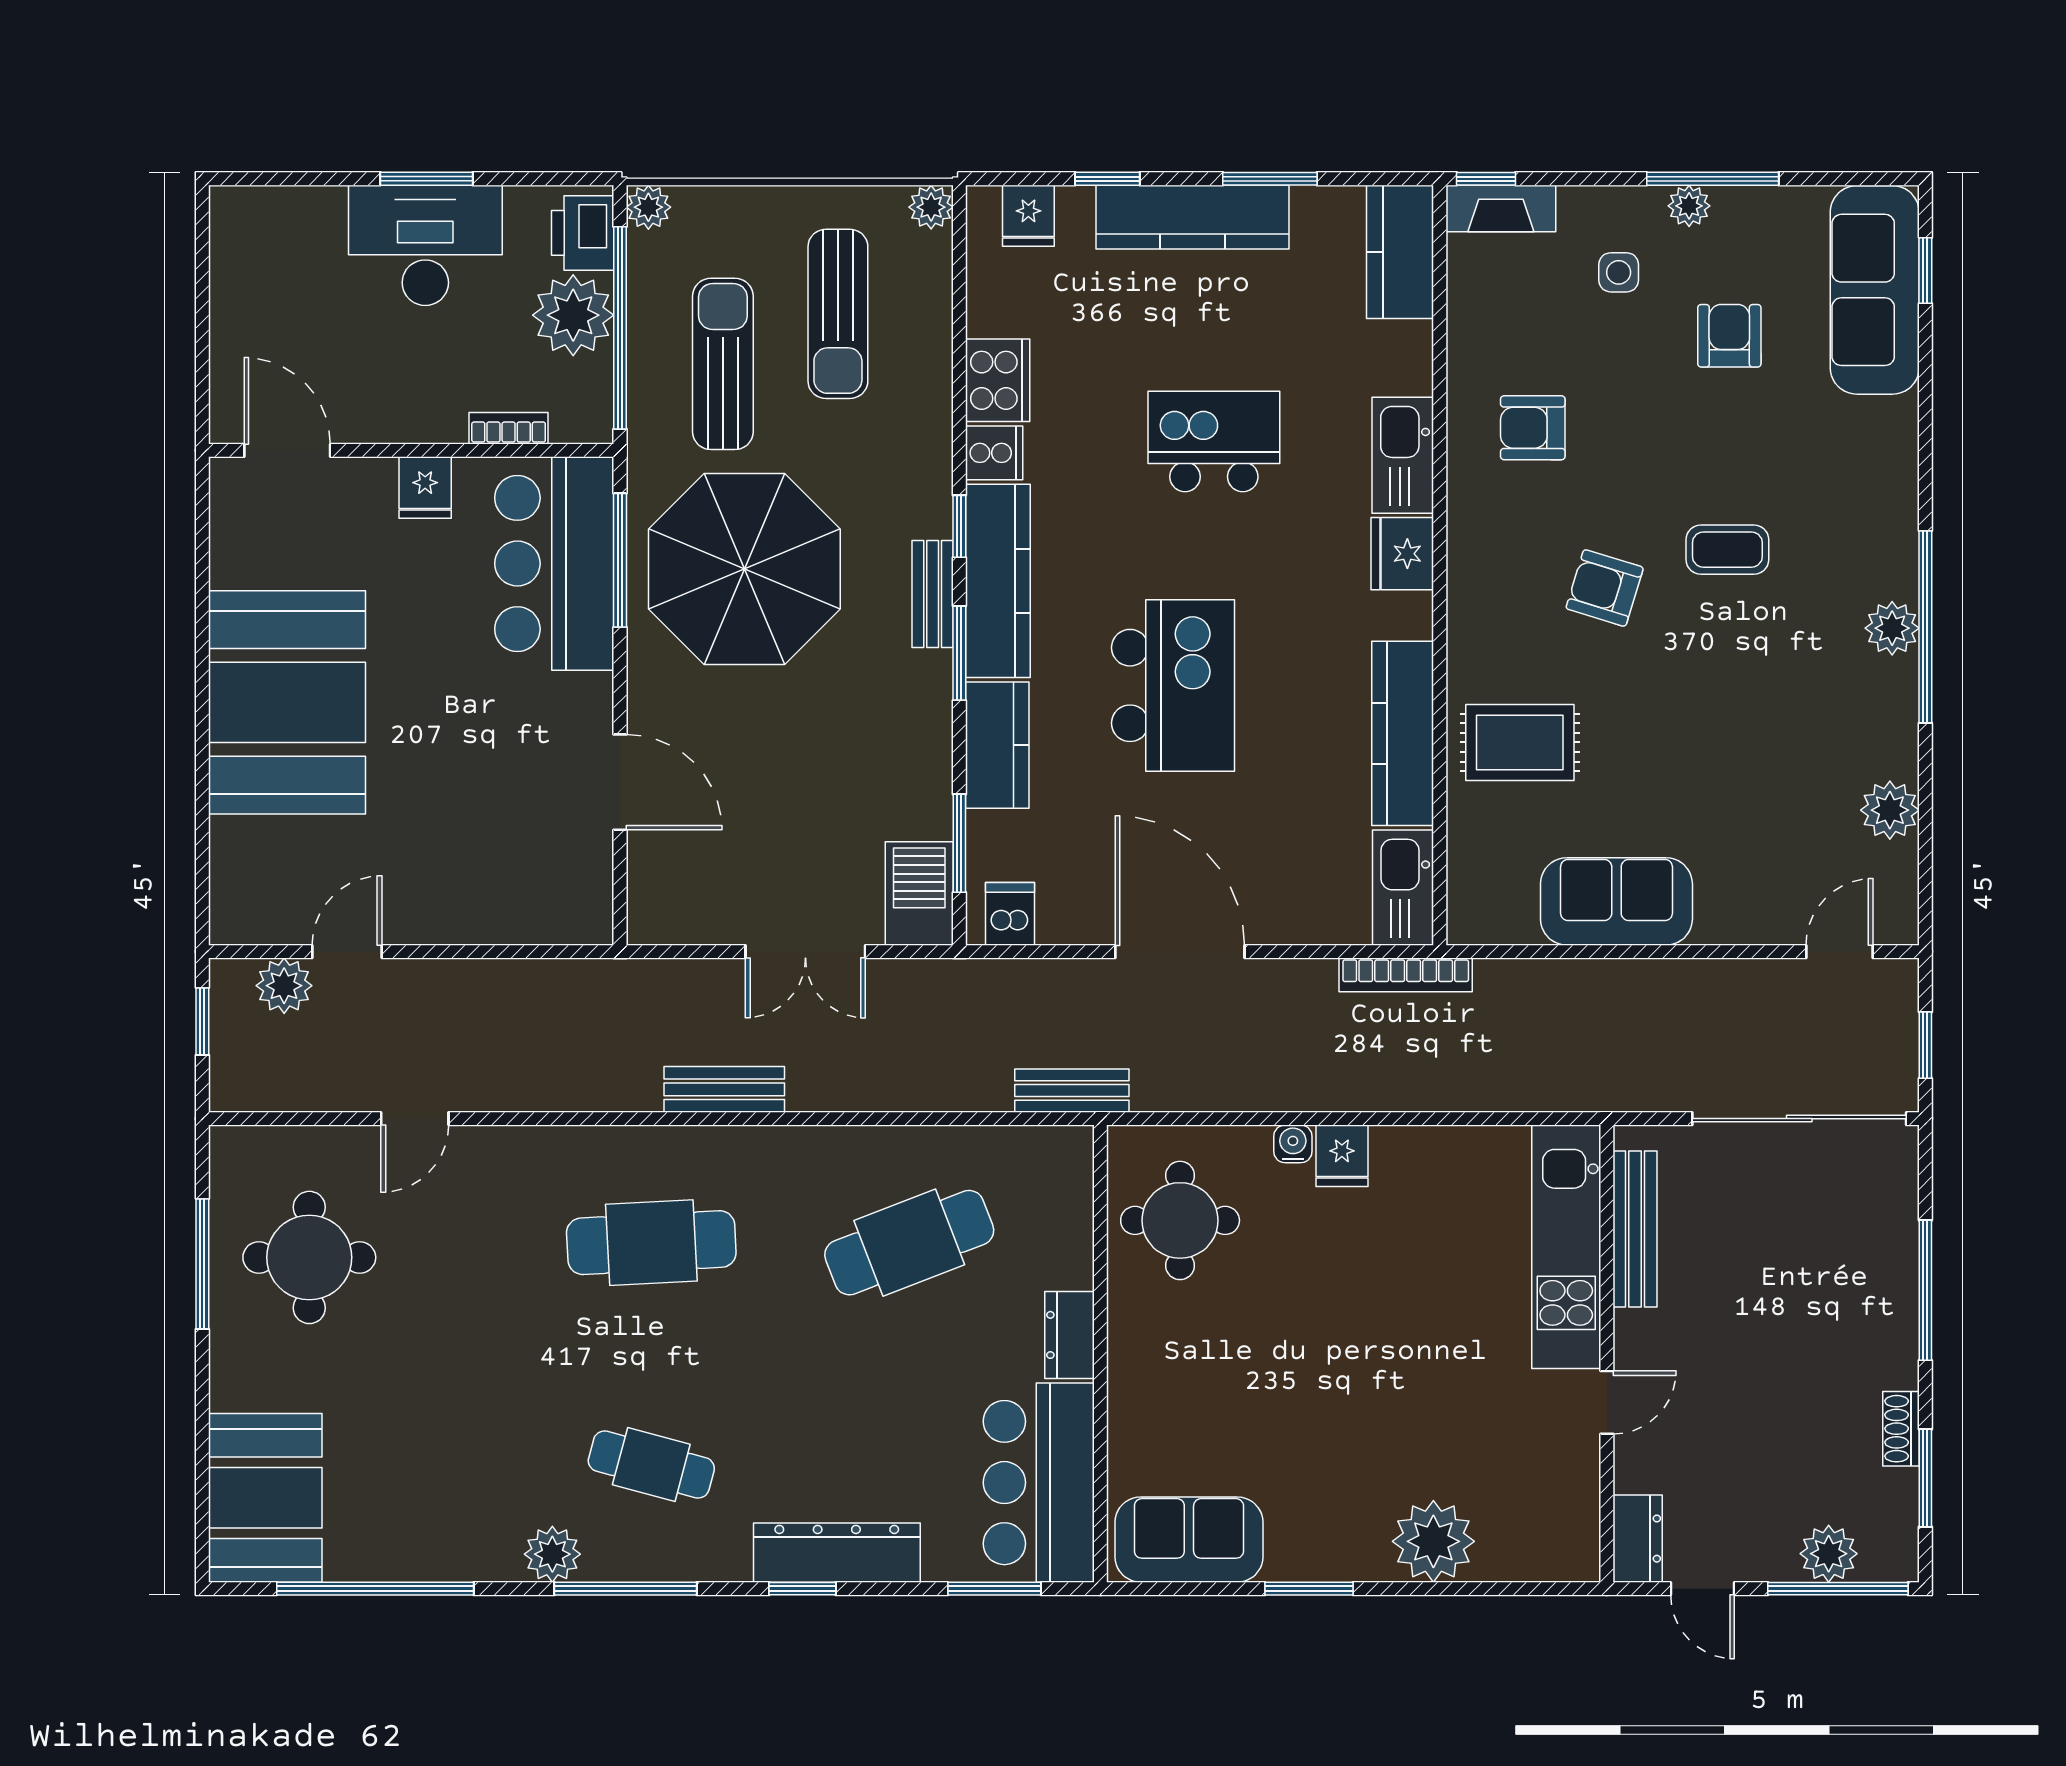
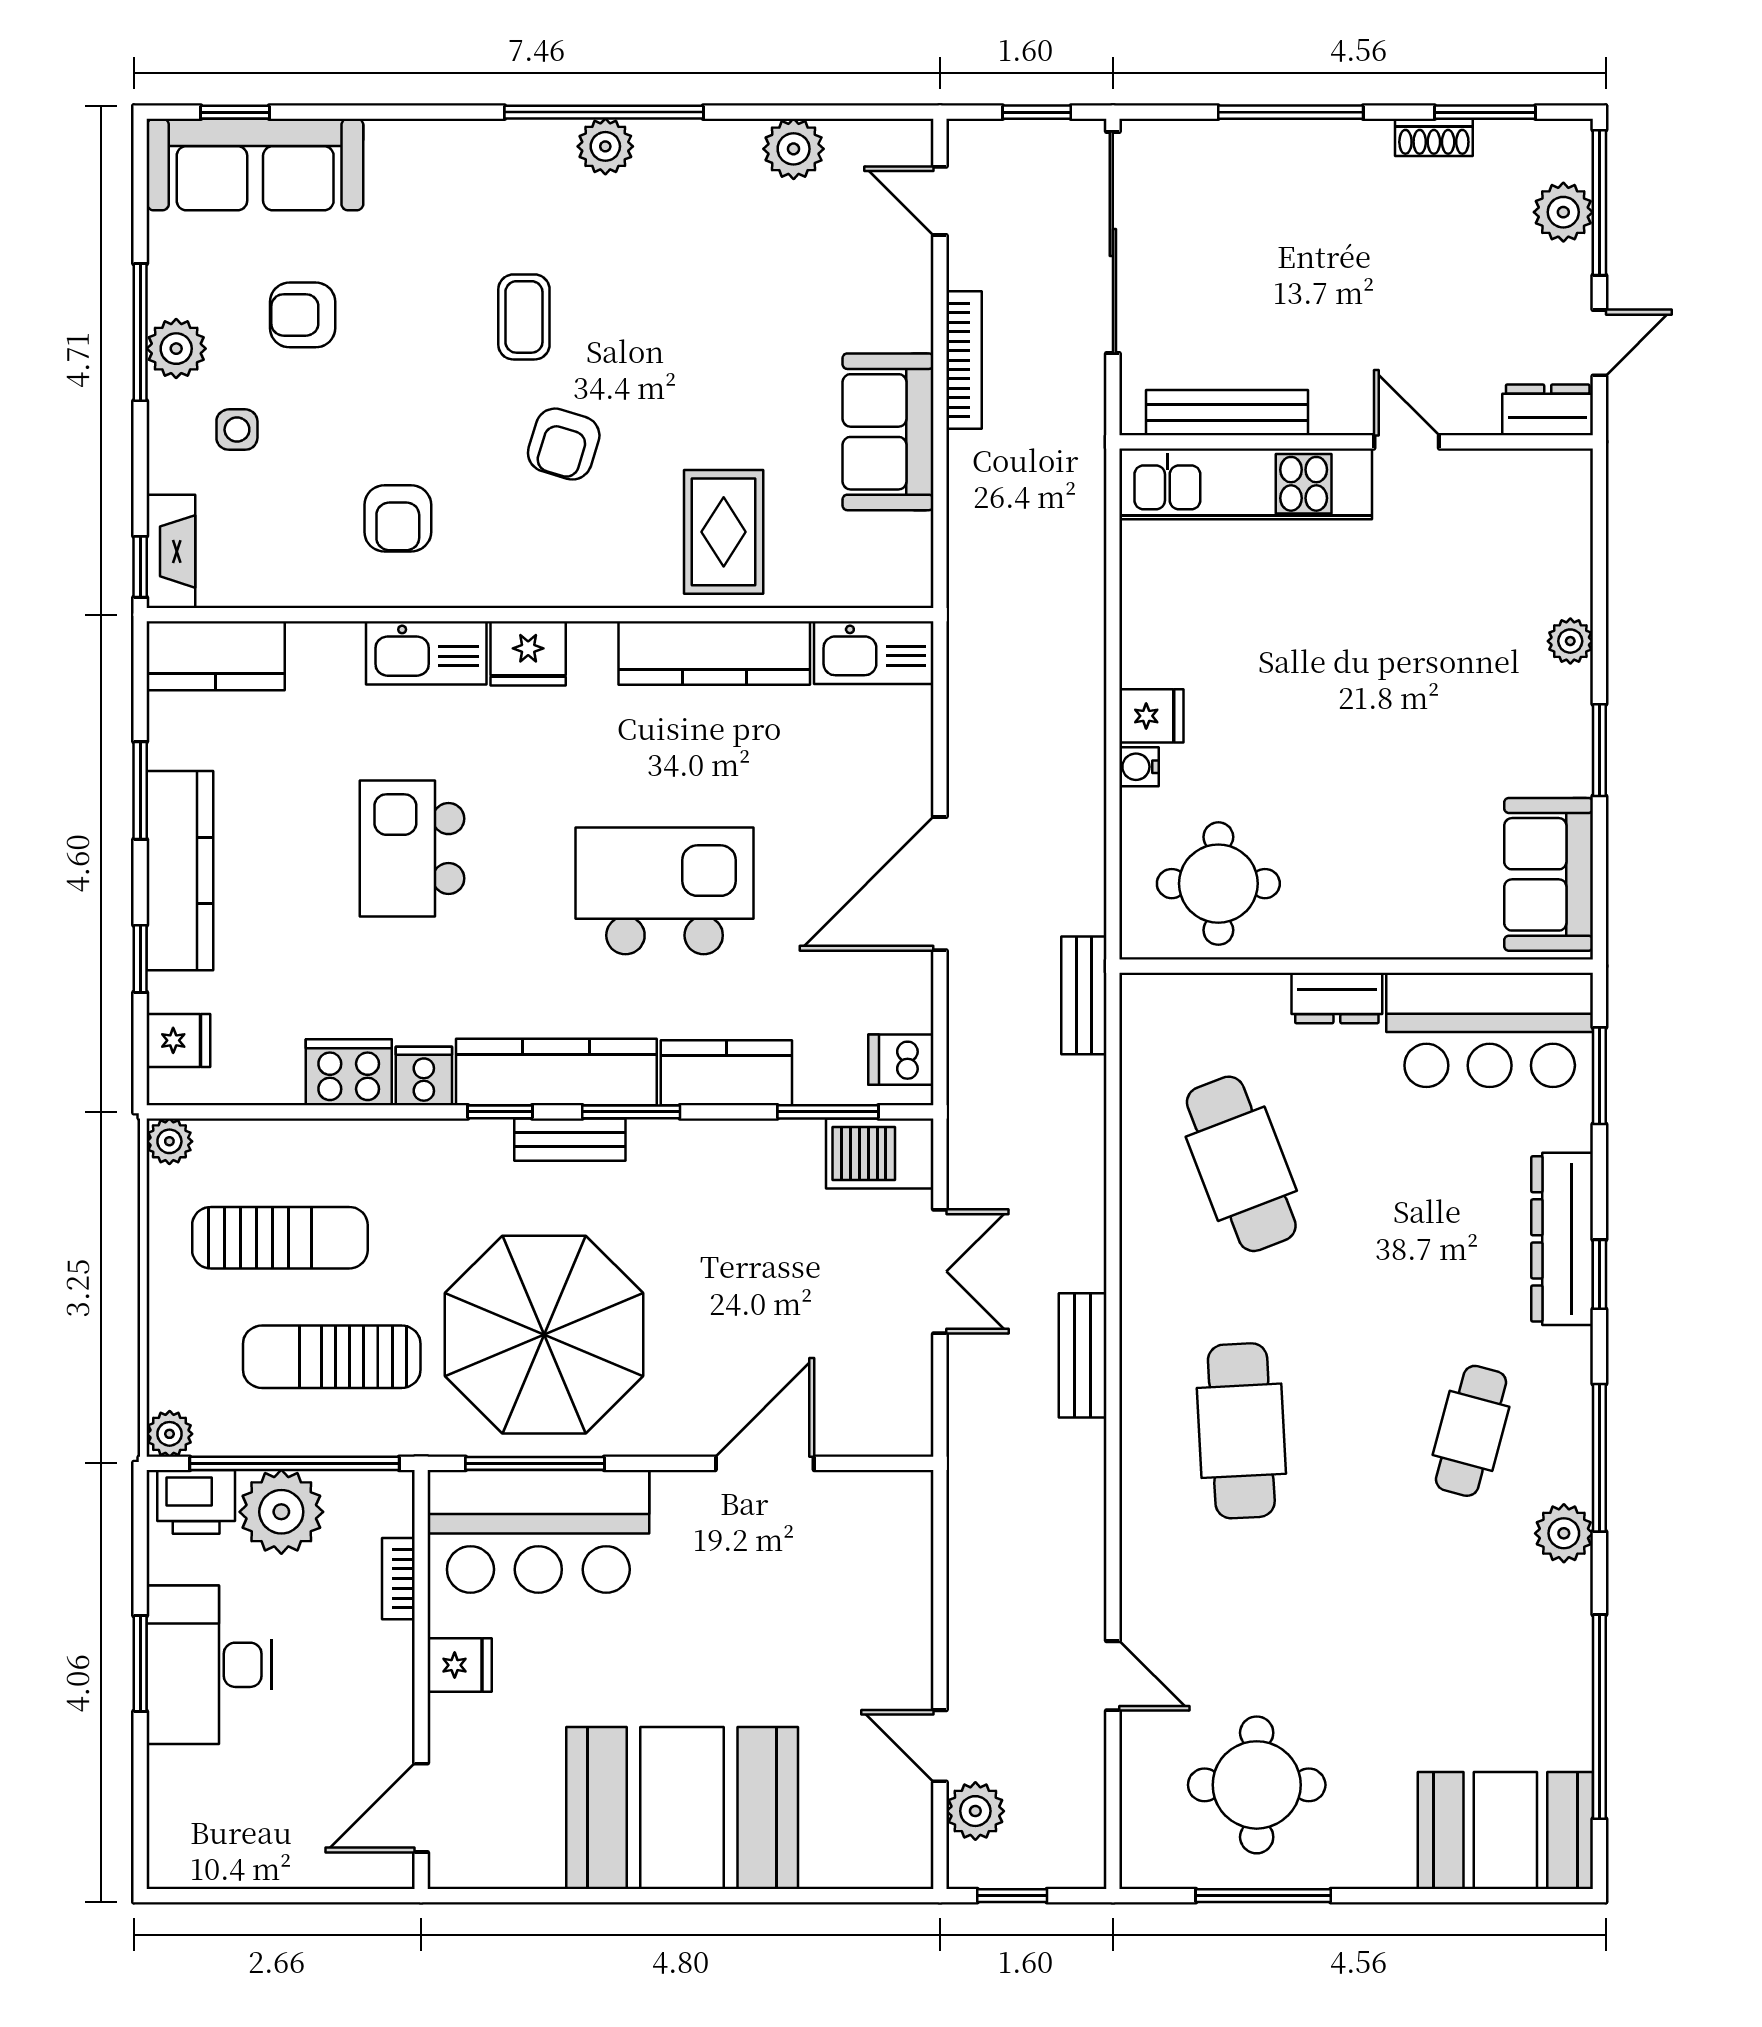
plant: (1689, 206) -> (176, 349), width x1.38, depth x1.38
bookcase: (1406, 975) -> (964, 360), moved
plant: (1433, 1541) -> (1570, 641), width x0.53, depth x0.53

